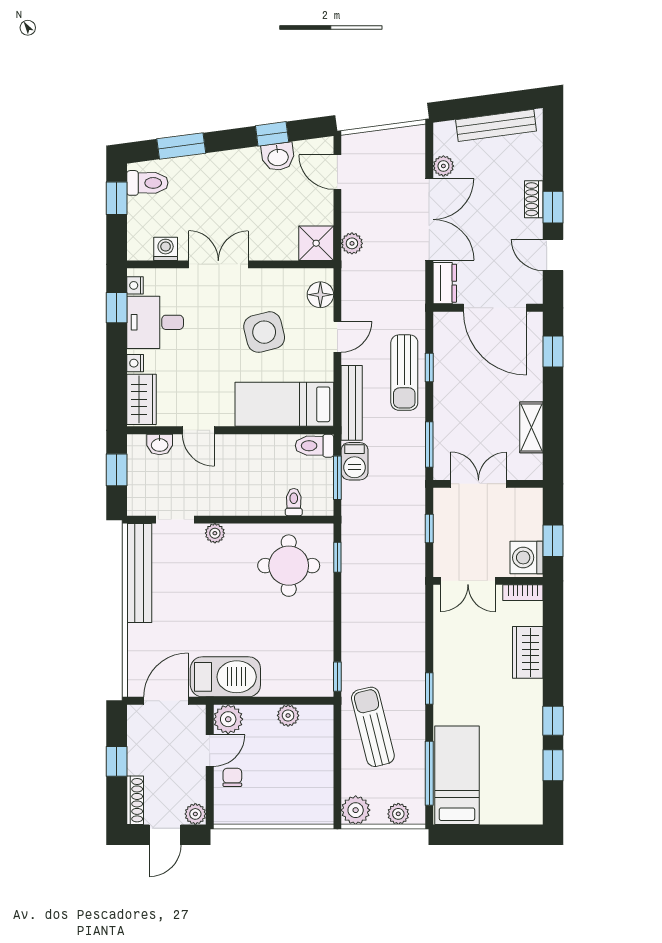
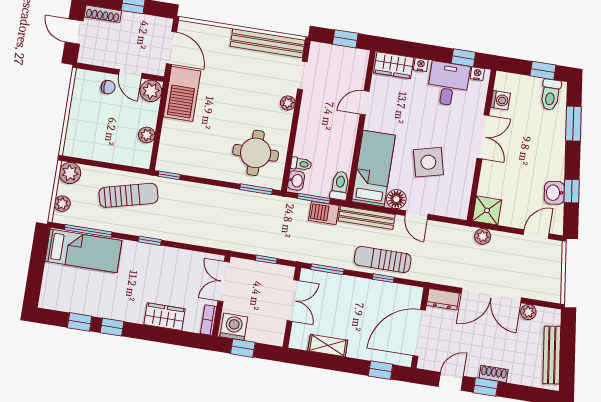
floor lamp: (320, 295) -> (396, 199), moved
washbasin: (160, 444) -> (296, 180), moved, turned 180
window: (337, 557) -> (256, 189), width x1.50
plant: (195, 814) -> (86, 56), removed

